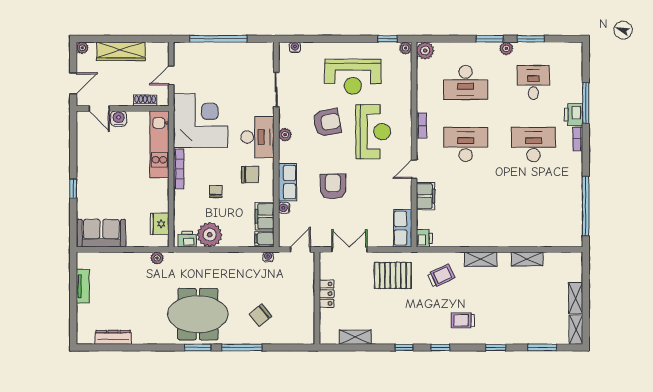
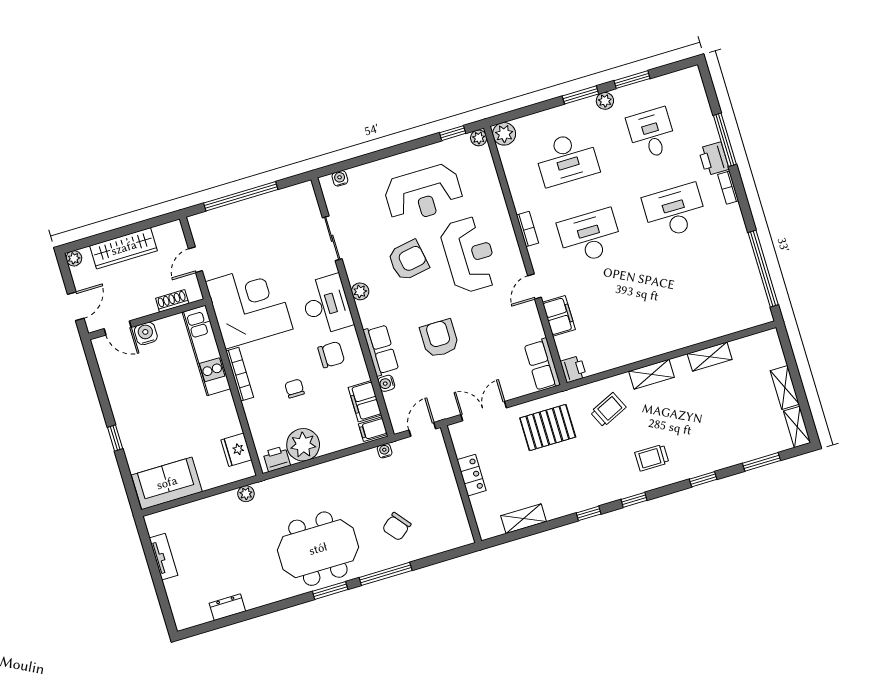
dresser: (113, 337) -> (227, 607), width x0.70

